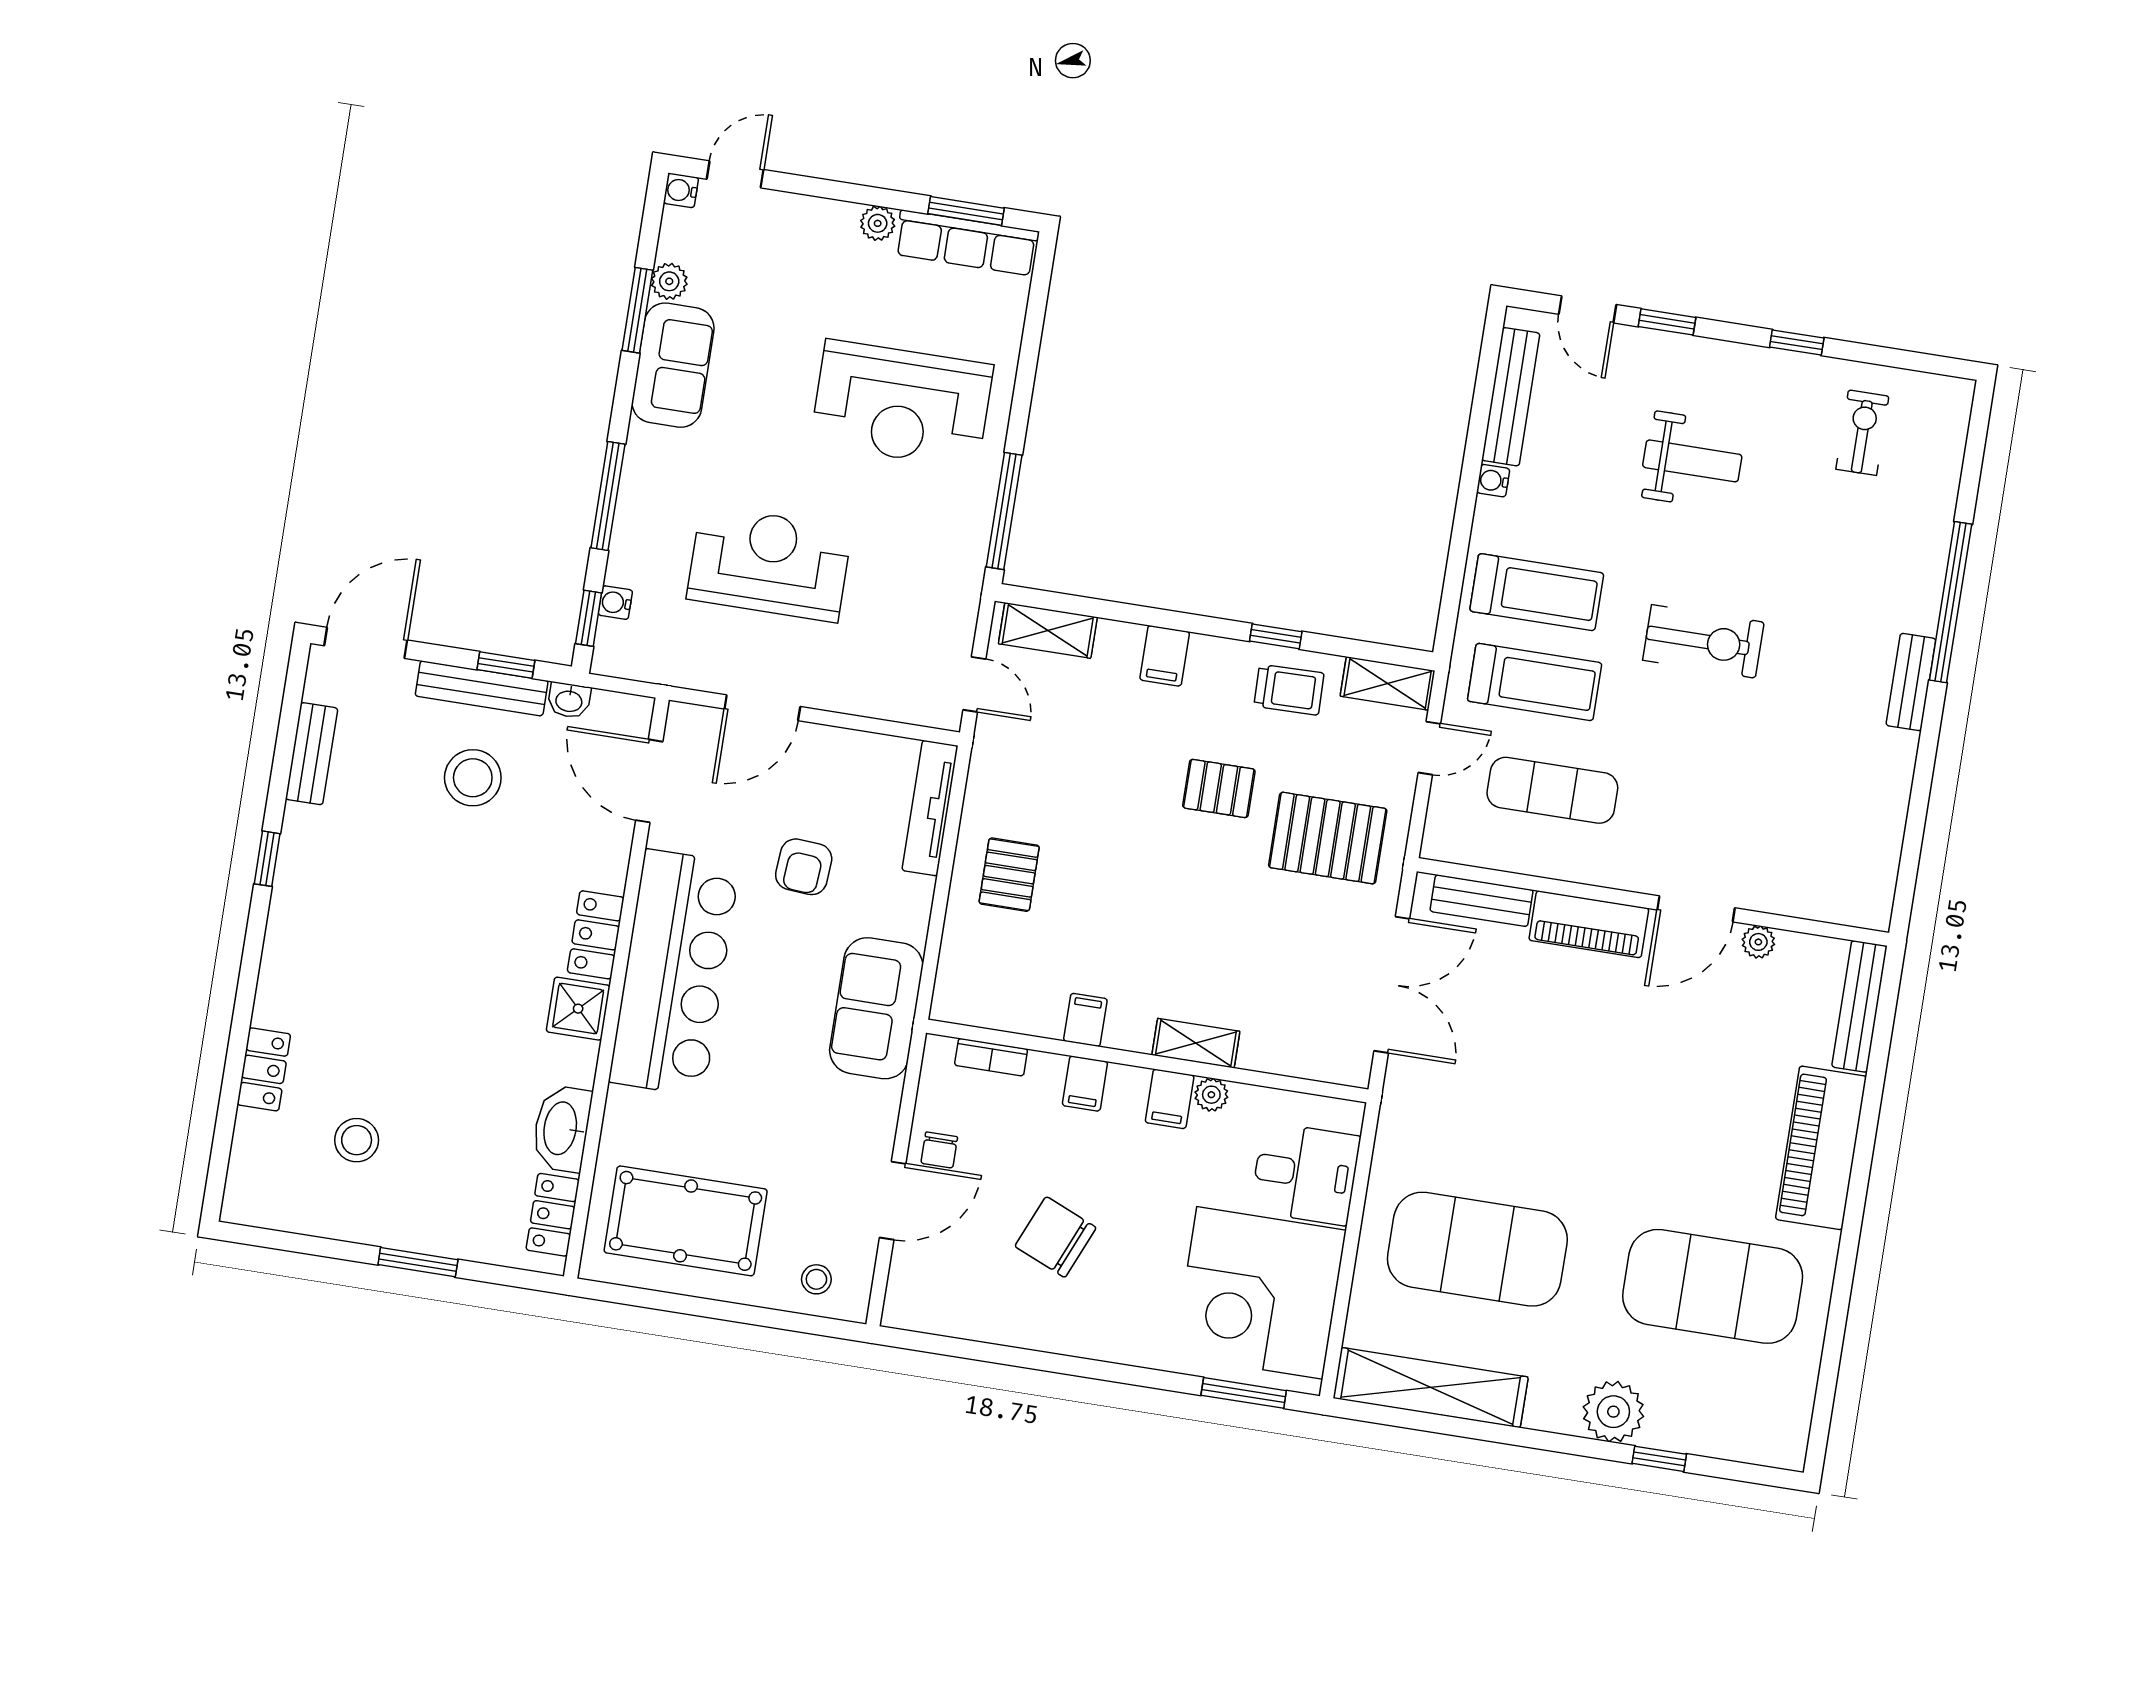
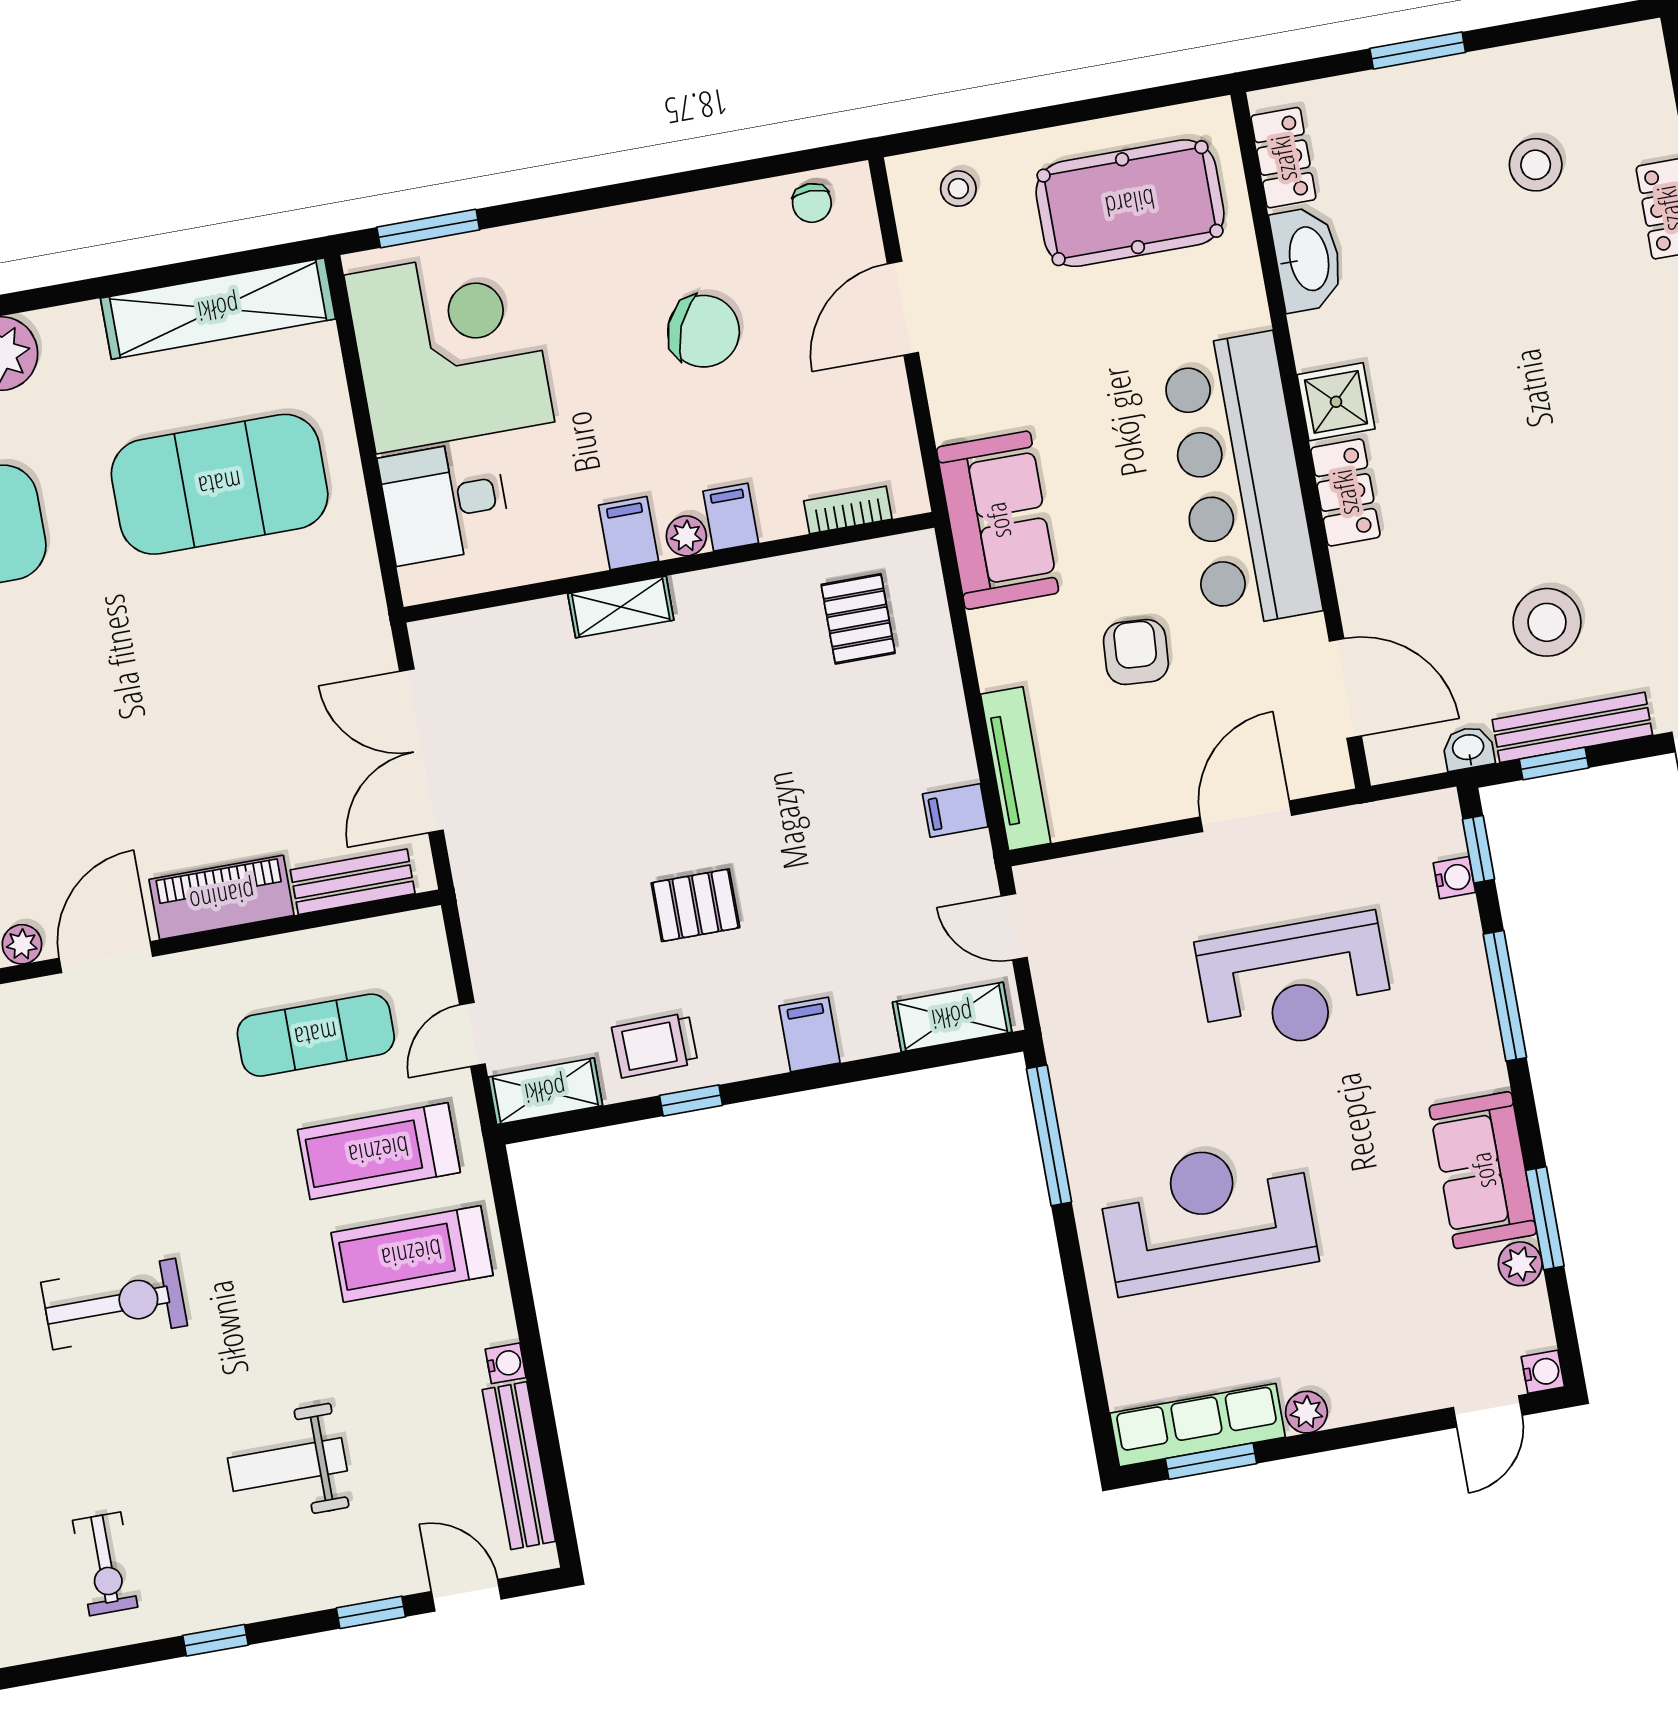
exercise bike: (1703, 641) -> (114, 1304), moved, turned 180
pallet: (1328, 838) -> (552, 892), removed
pallet: (1009, 875) -> (858, 619), moved
filing cabinet: (1085, 1020) -> (955, 810), moved, turned 90
plant: (1211, 1095) -> (686, 536), moved
chair: (939, 1150) -> (812, 203), moved, turned 180

